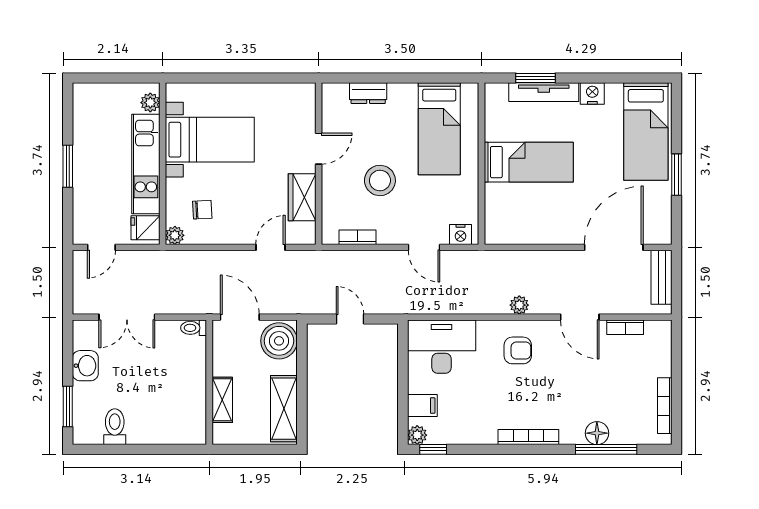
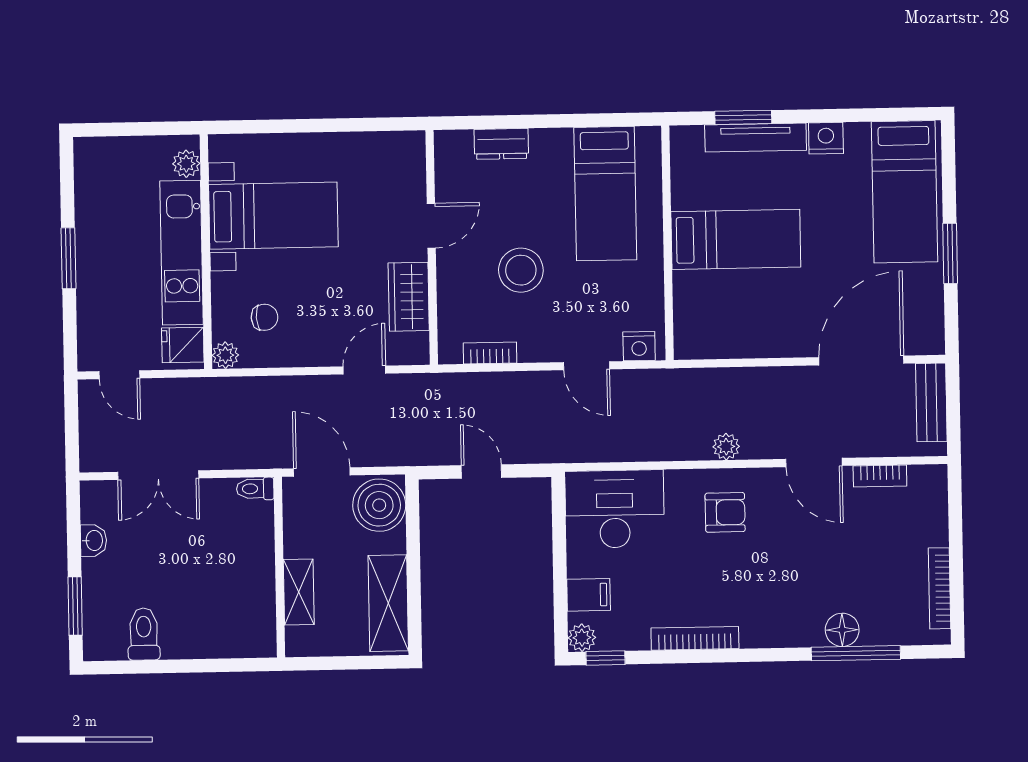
door: (101, 247) -> (119, 375), hinge flipped
washbasin: (85, 366) -> (94, 540), width x0.72, depth x0.69
bookcase: (528, 437) -> (695, 638), moved

